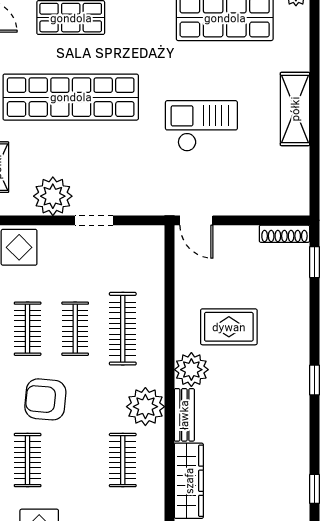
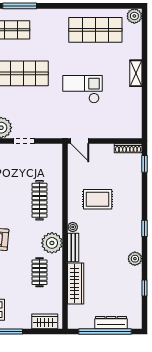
shelving: (295, 109) -> (136, 73), width x0.67, depth x0.75
clothes rail: (75, 329) -> (13, 200), removed
plant: (191, 370) -> (73, 227), width x0.53, depth x0.53
plant: (297, 435) -> (135, 259), added

